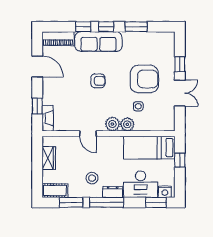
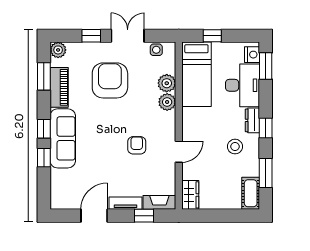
window: (136, 27) -> (44, 76), moved
plant: (169, 38) -> (58, 50), added
piano: (58, 39) -> (59, 87), moved
armchair: (98, 81) -> (137, 145), moved
tv unit: (47, 91) -> (126, 203), added
side table: (138, 106) -> (156, 50), moved
plant: (112, 124) -> (167, 83), moved
wardrobe: (49, 158) -> (190, 195), moved, turned 90
window: (107, 202) -> (266, 128), width x0.46

